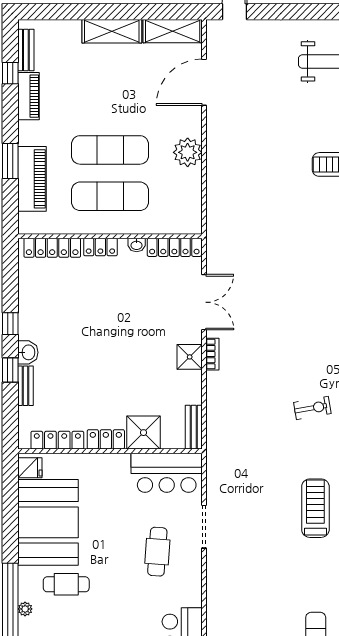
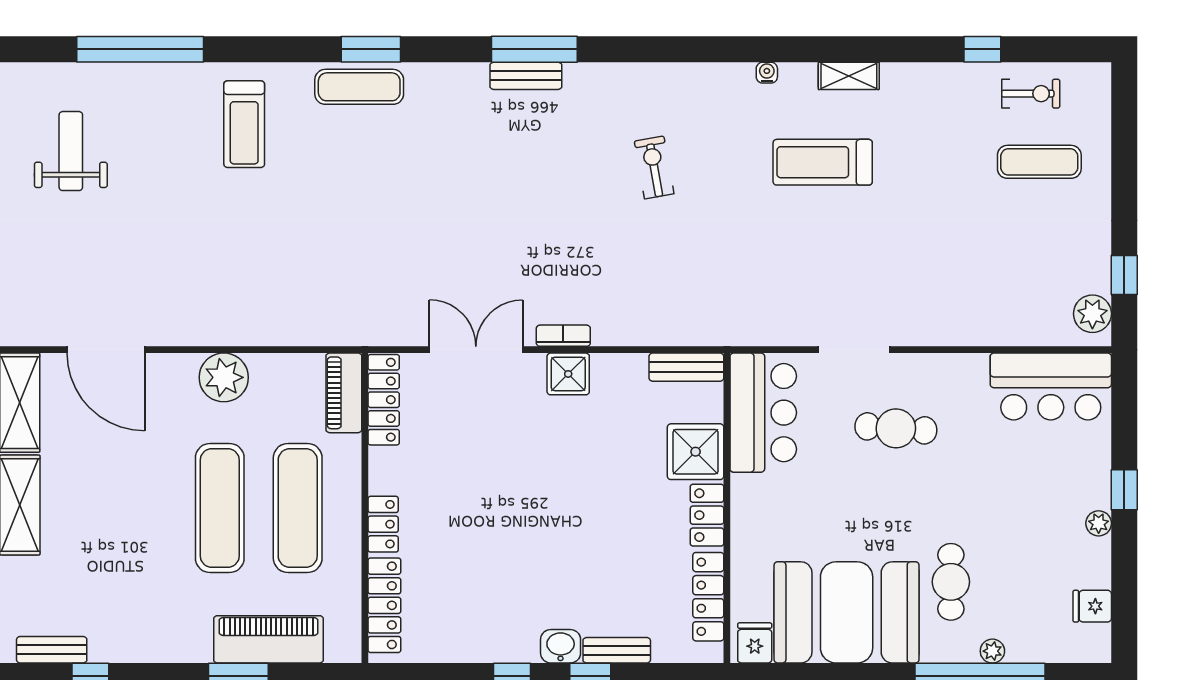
piano: (28, 96) -> (344, 393), moved, turned -90
washbasin: (137, 245) -> (380, 463), removed

